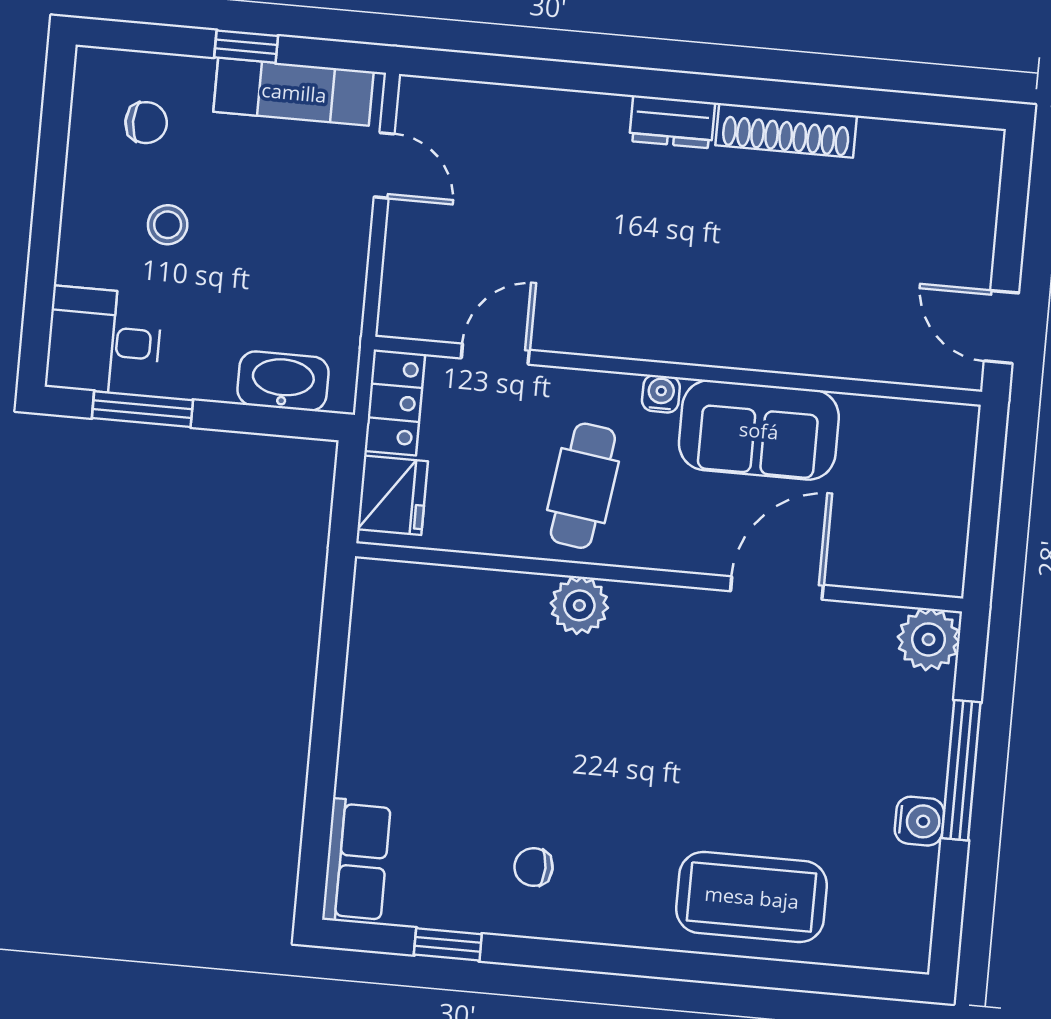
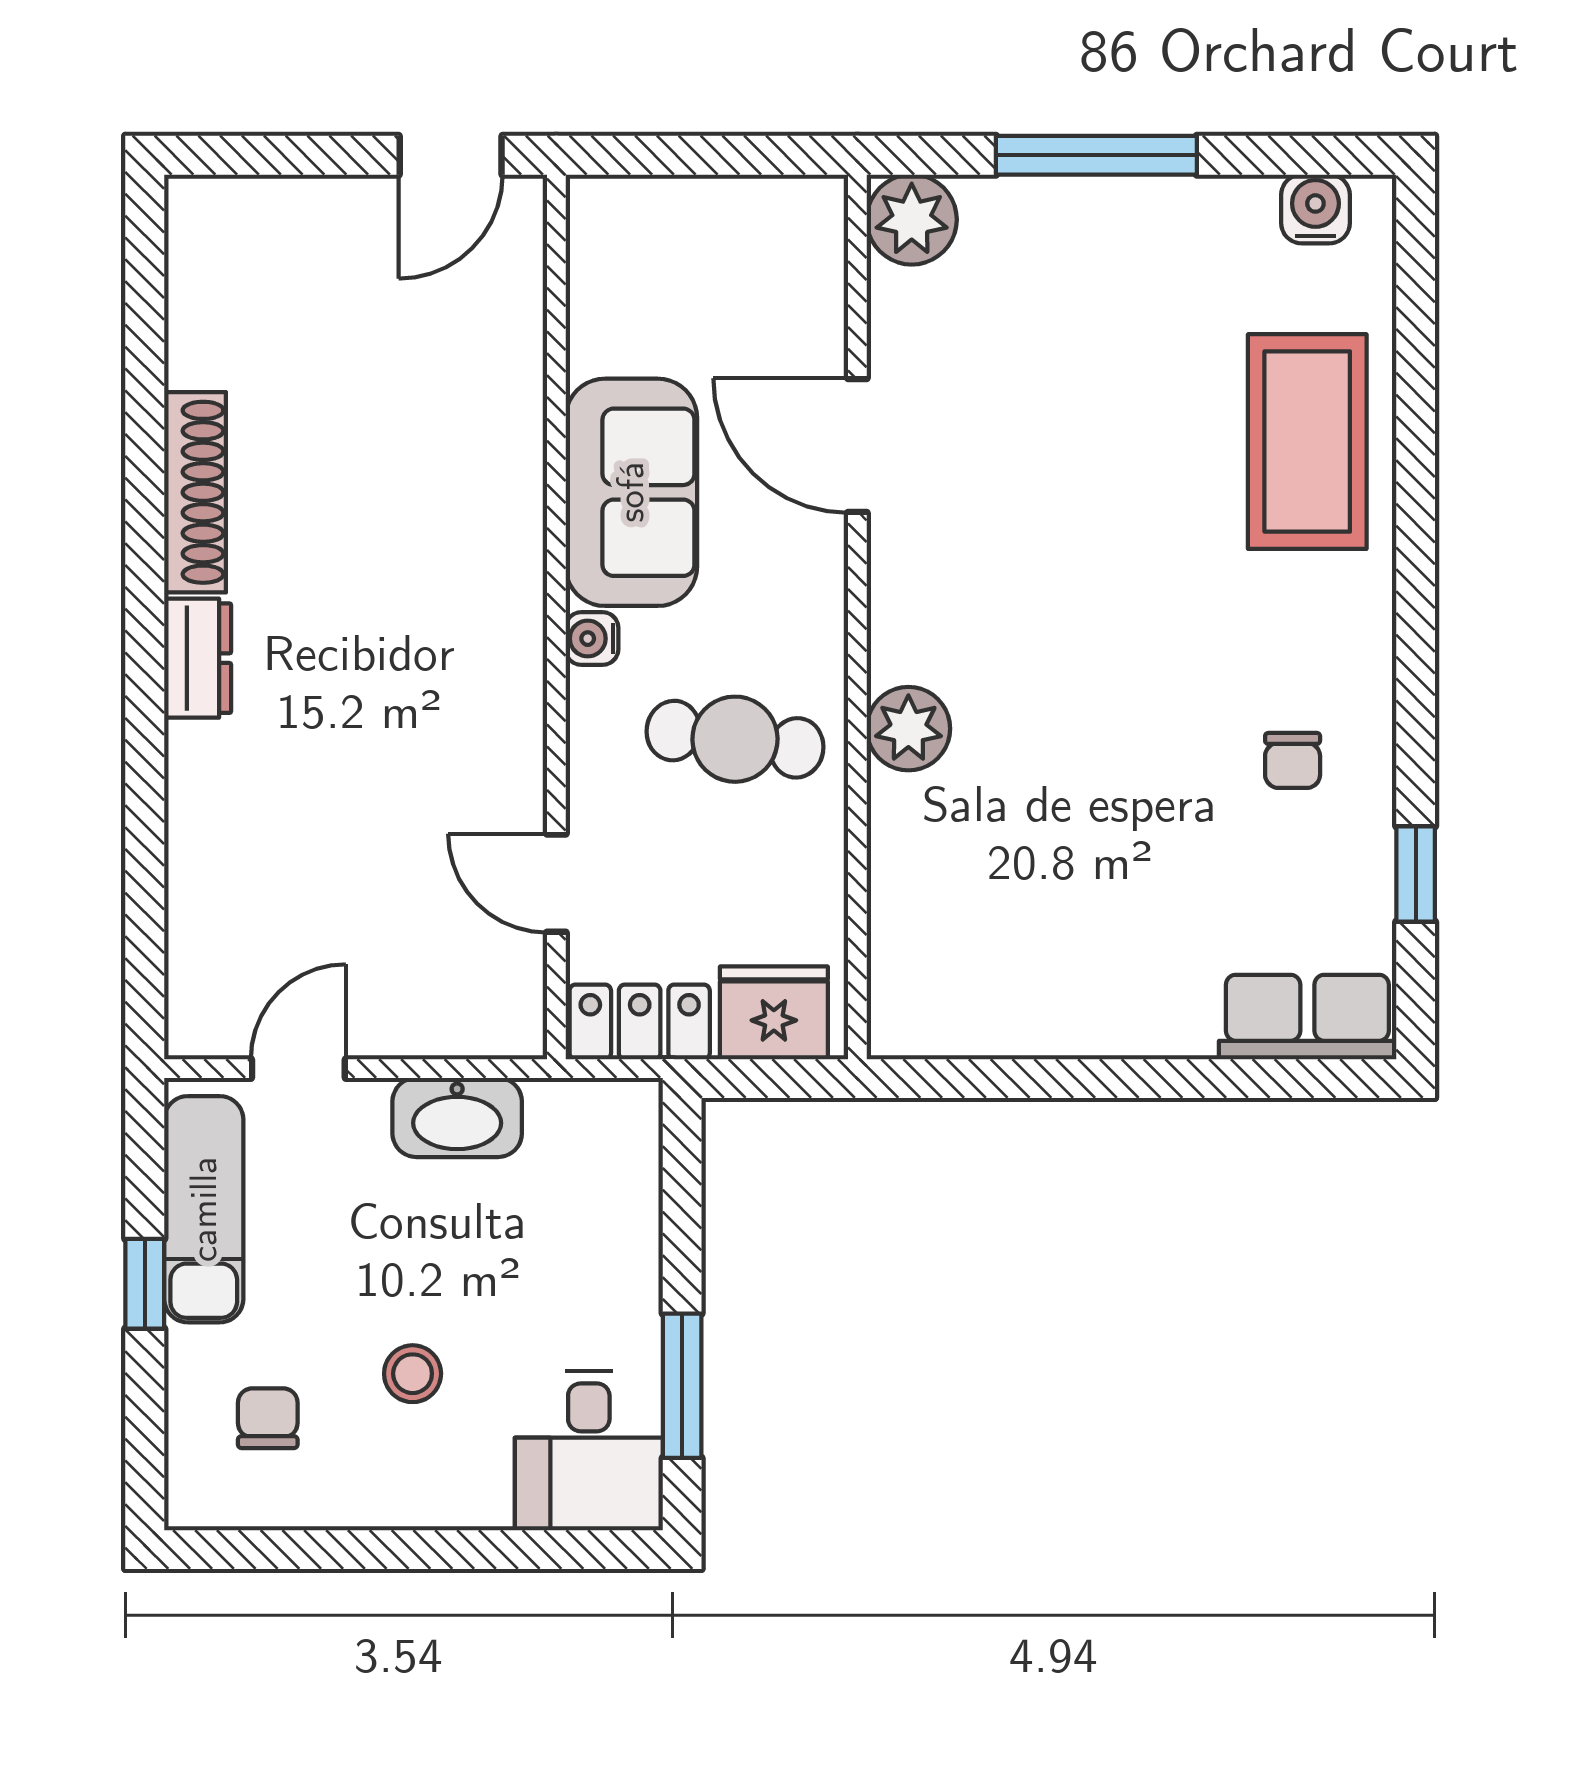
washbasin: (283, 381) -> (457, 1117), moved, turned -90
water cooler: (919, 821) -> (1315, 209), moved

